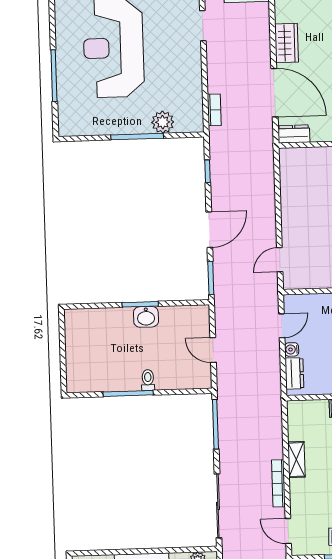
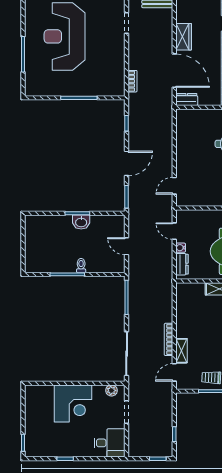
plant: (163, 122) -> (97, 89), removed
door: (282, 326) -> (174, 231), swing flipped
shelving: (296, 460) -> (181, 351), moved
door: (288, 531) -> (174, 372), hinge flipped

